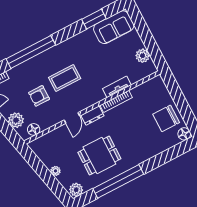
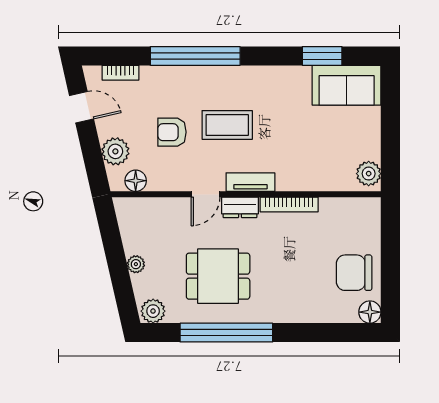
plant: (143, 56) -> (369, 174), moved
tv unit: (117, 87) -> (250, 182), moved

